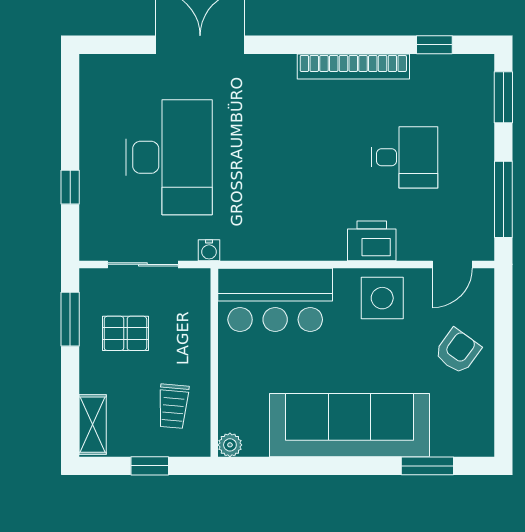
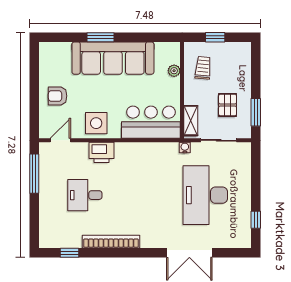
window: (503, 97) -> (34, 226), removed
window: (70, 187) -> (256, 220), moved
pallet: (125, 333) -> (228, 105), turned 90
armchair: (458, 351) -> (58, 96), turned 54
shelving: (93, 425) -> (191, 121), moved
plant: (230, 445) -> (174, 71), moved
window: (427, 466) -> (100, 37), moved

